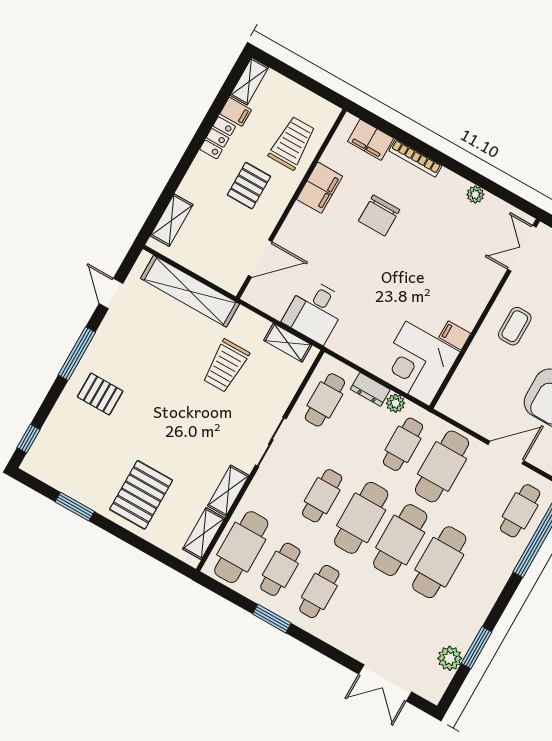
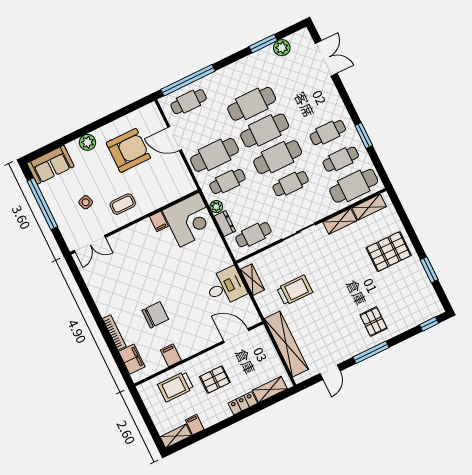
locker: (218, 138) -> (243, 403), moved
filing cabinet: (320, 188) -> (171, 355), width x0.50
plant: (475, 195) -> (95, 290), removed

